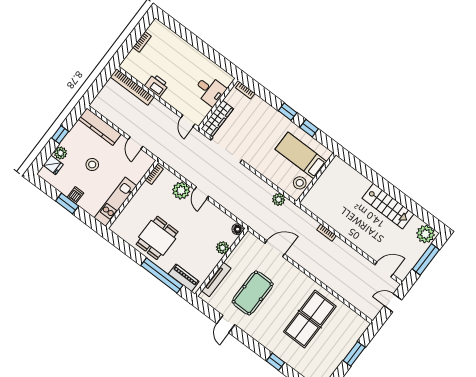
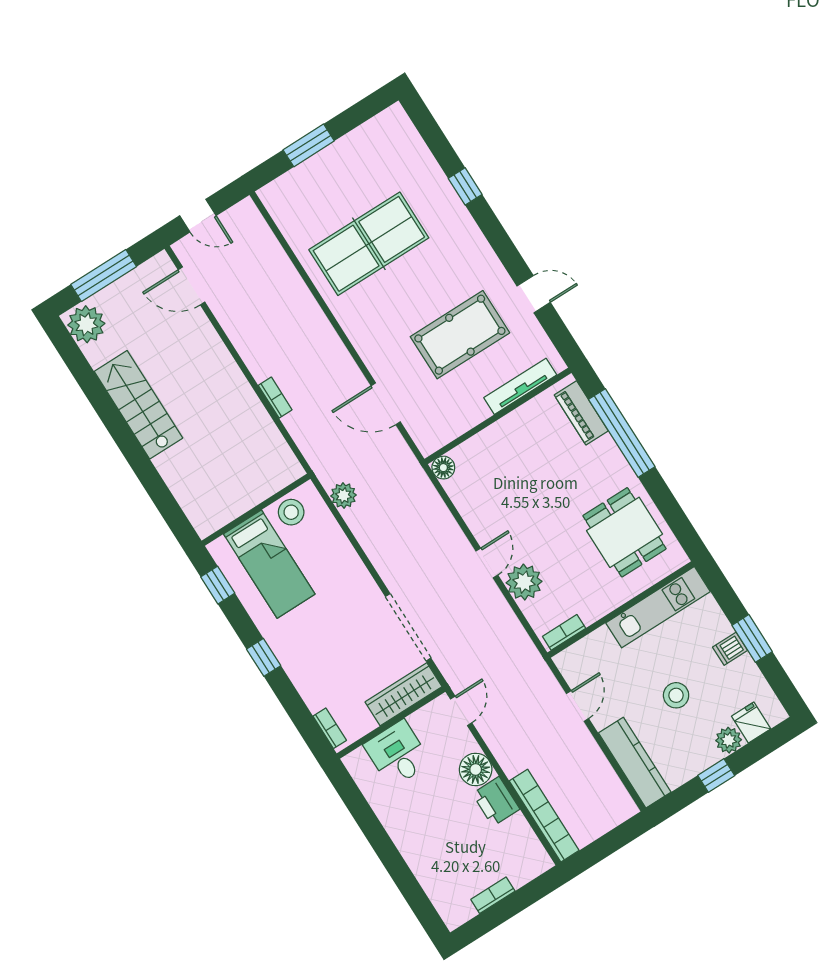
floor lamp: (171, 96) -> (476, 769), added
window: (309, 128) -> (218, 585), moved
dining table: (157, 238) -> (625, 532), moved, turned 90
plant: (223, 248) -> (485, 443), removed
door: (226, 324) -> (534, 294), hinge flipped

